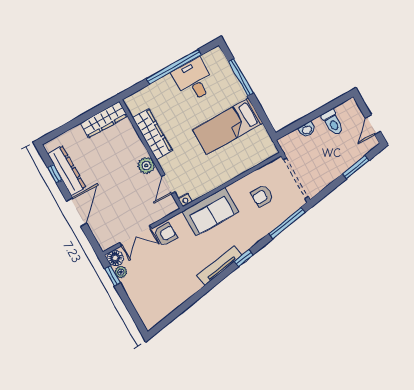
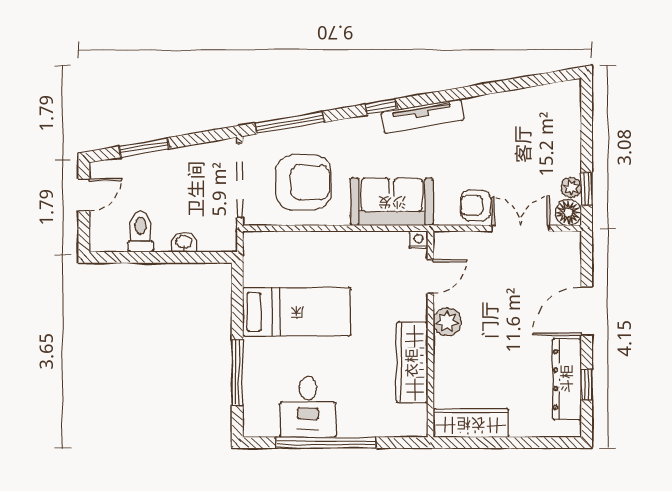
armchair: (262, 196) -> (303, 182), width x1.88, depth x1.88

